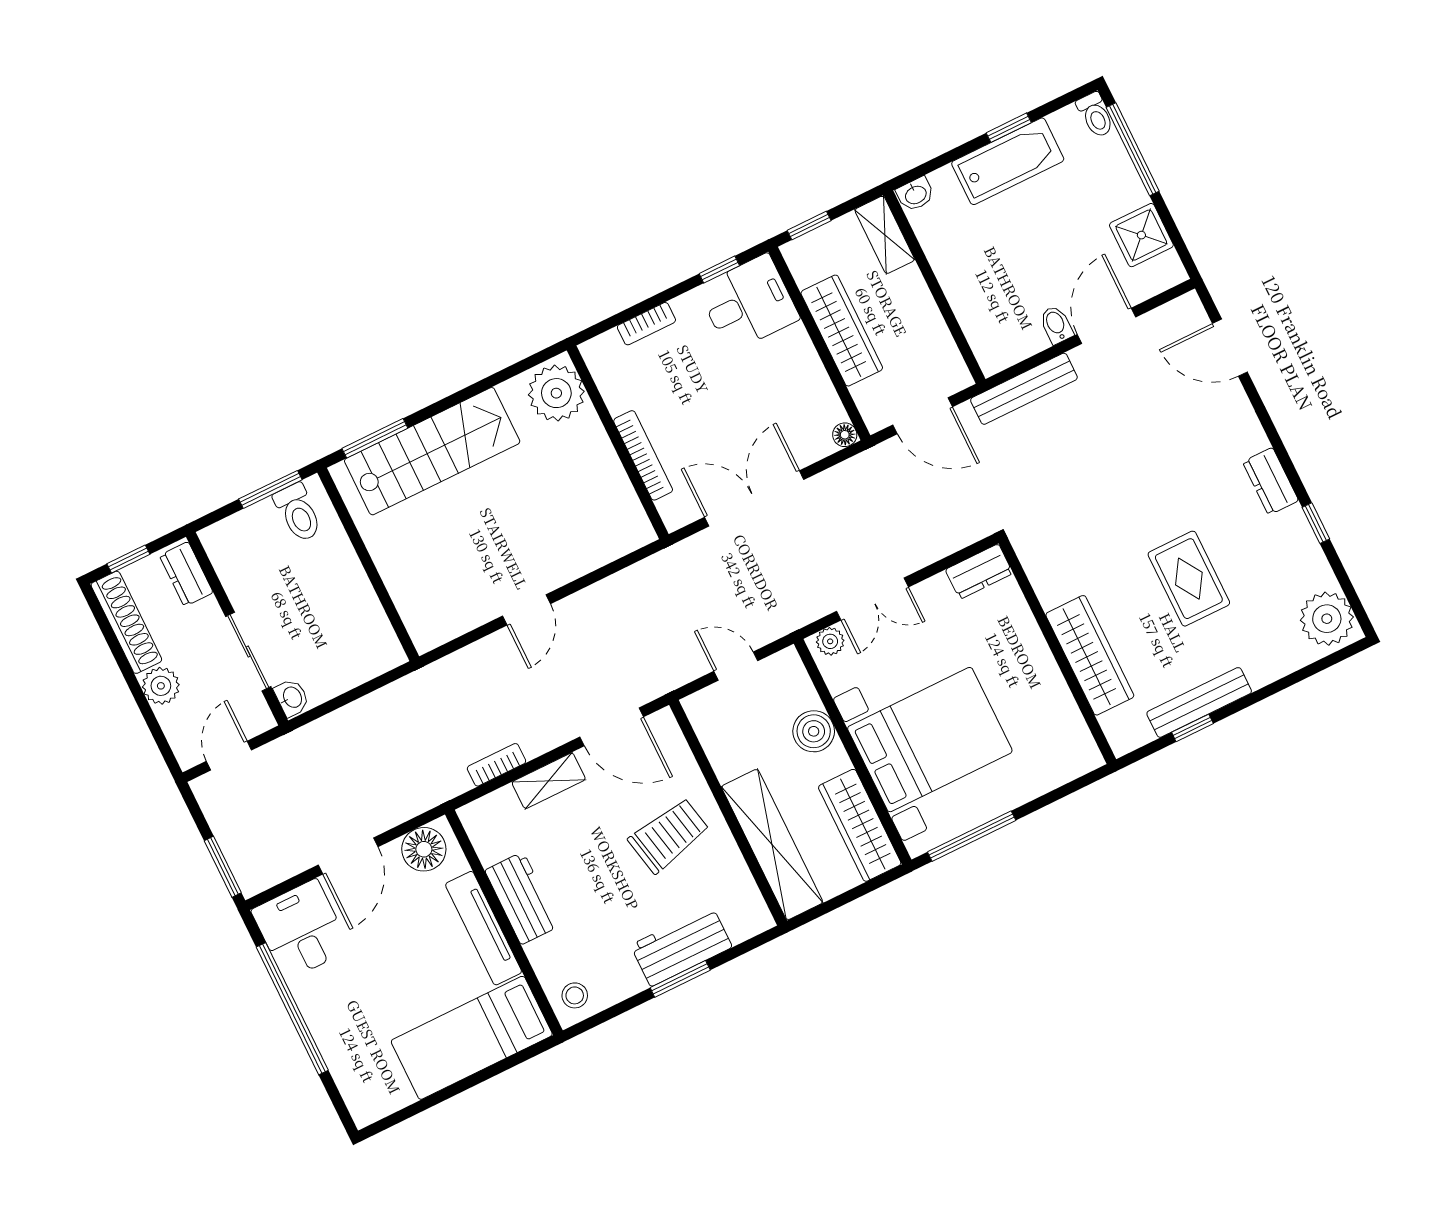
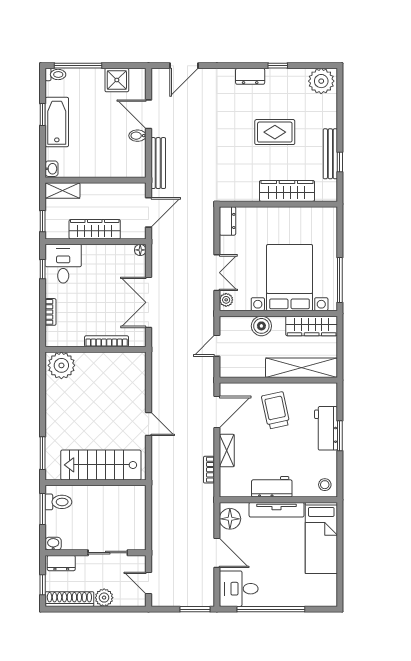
stairs: (432, 451) -> (101, 465), moved, turned -90
washbasin: (292, 698) -> (53, 544), moved

